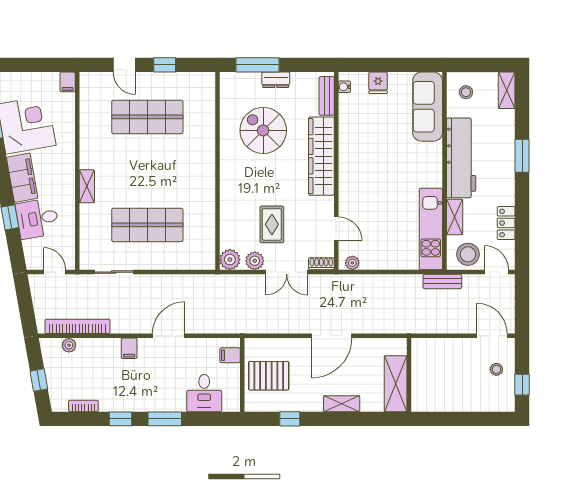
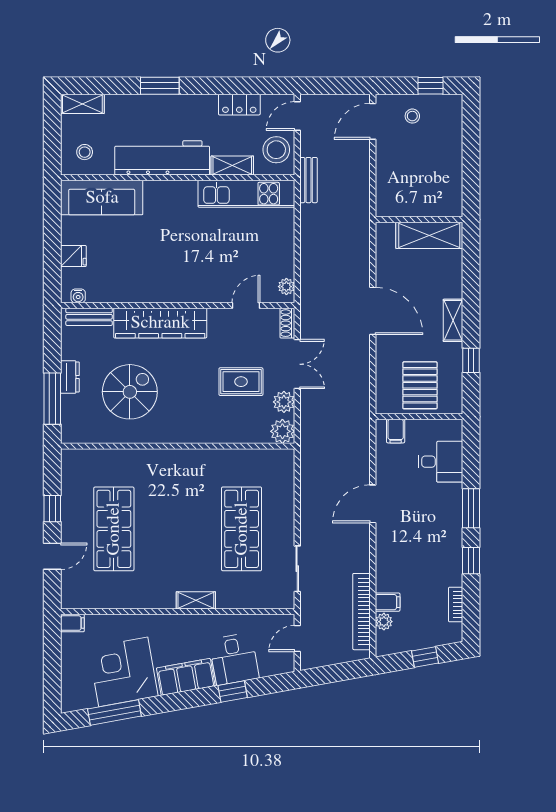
spiral stairs: (263, 130) -> (130, 392), turned 180
door: (169, 336) -> (373, 504), hinge flipped
filing cabinet: (129, 348) -> (388, 602), moved
shelving: (342, 404) -> (453, 320), moved

